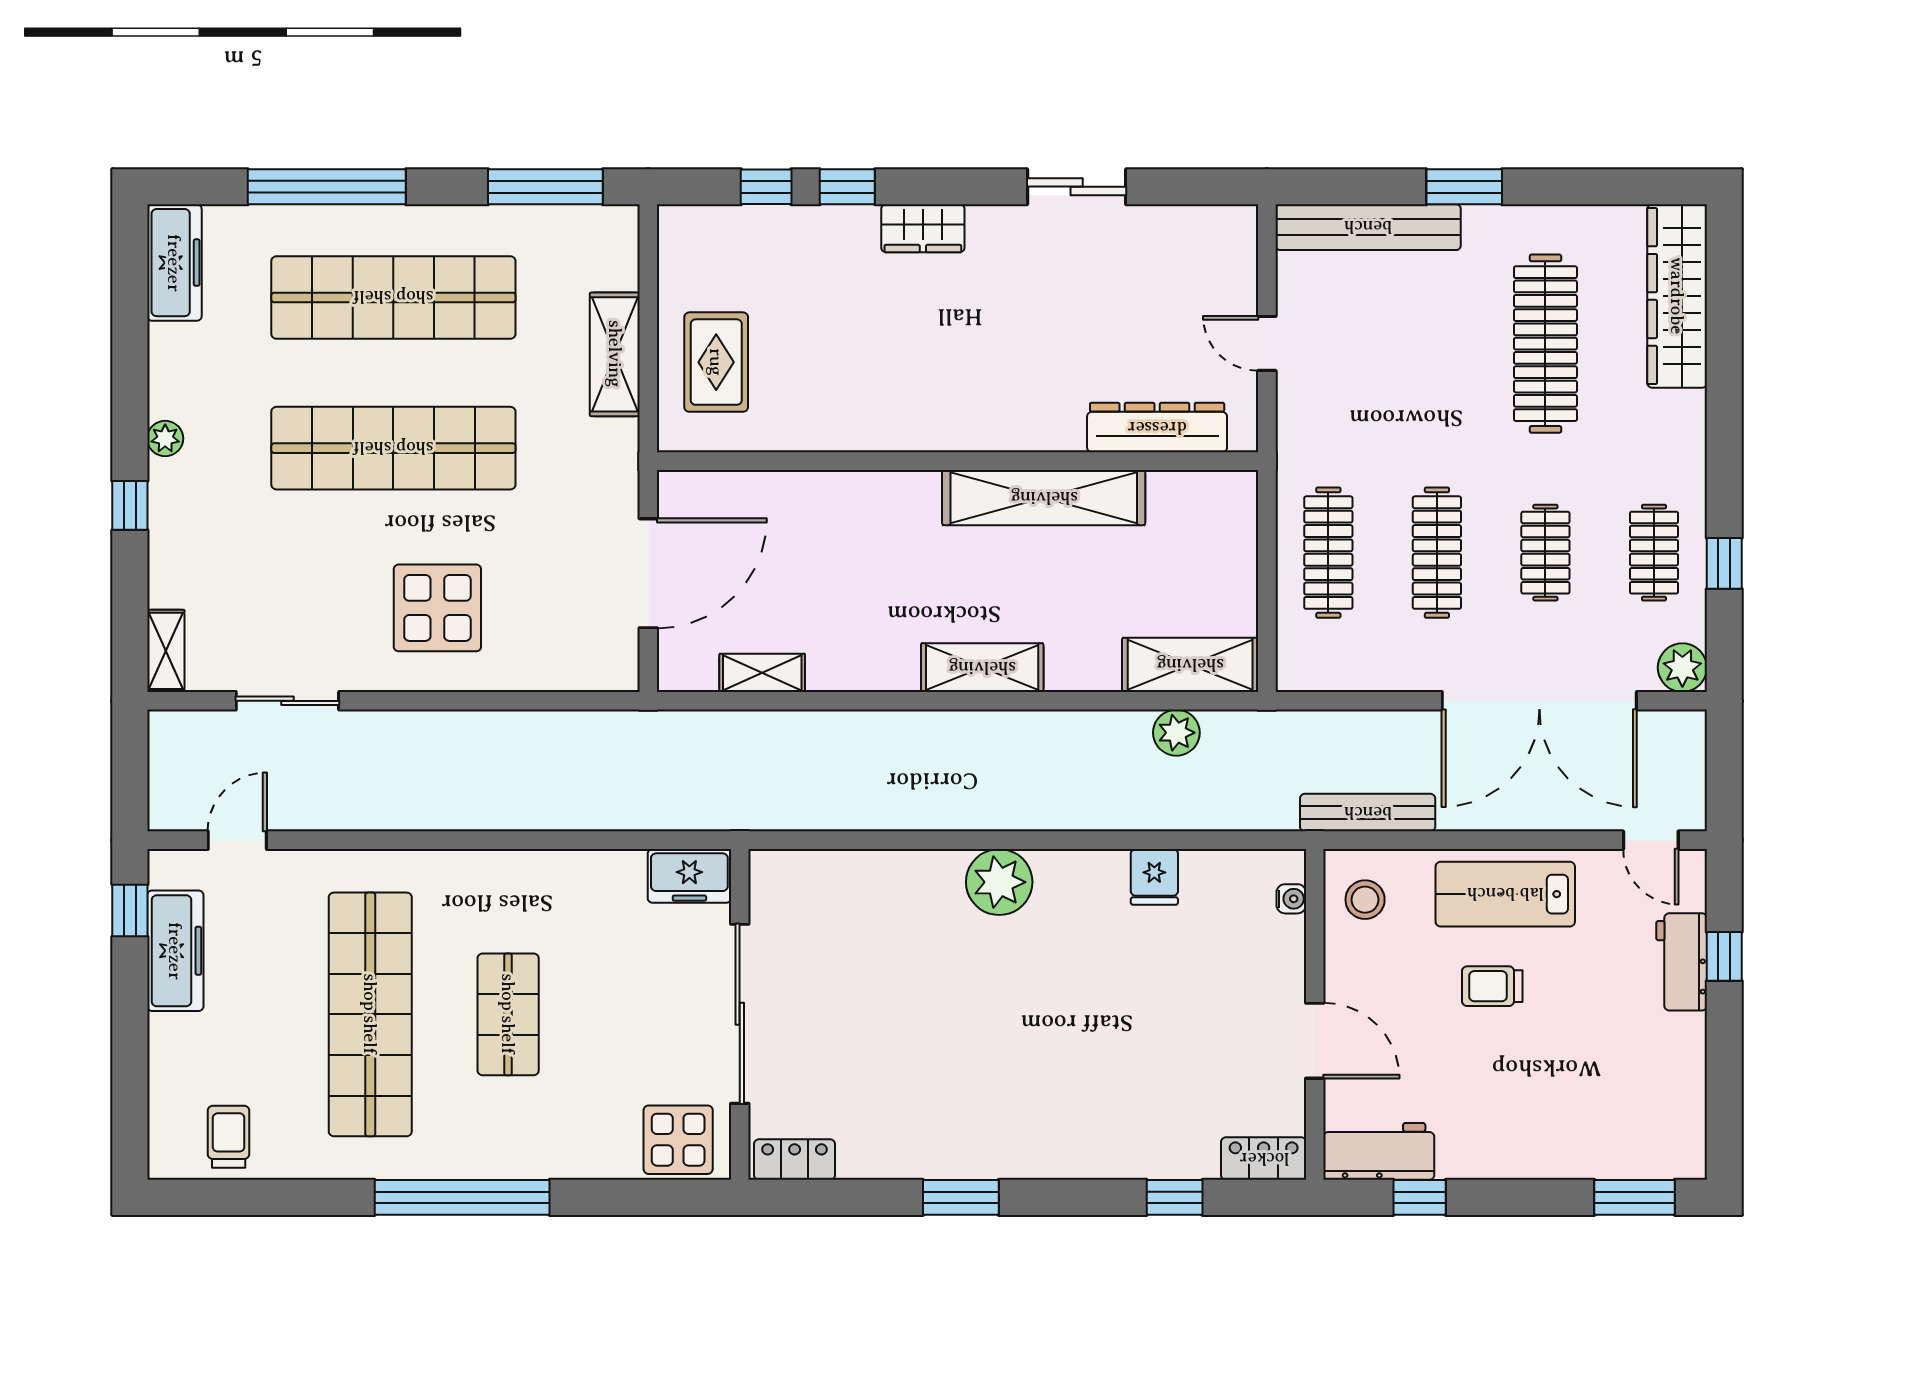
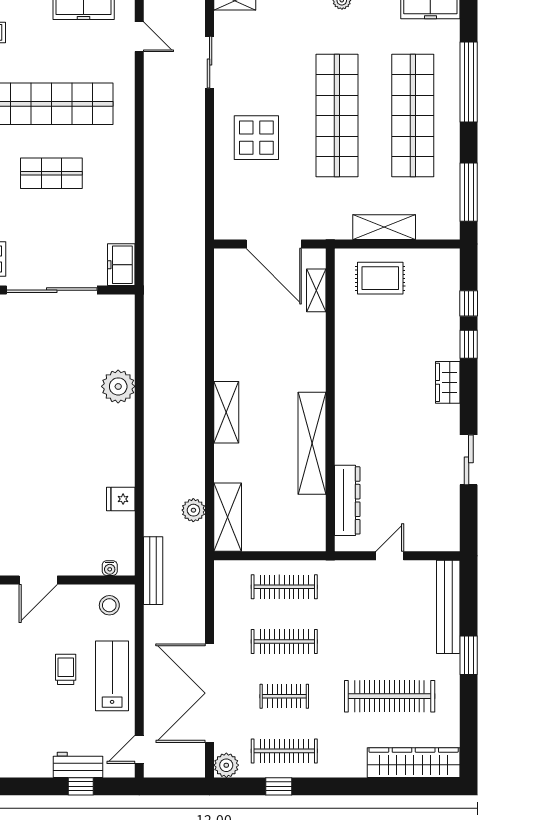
clothes rail: (1654, 553) -> (284, 751), width x1.36
shelving: (762, 673) -> (316, 290), moved
bench: (1368, 813) -> (153, 571), moved
plant: (999, 882) -> (118, 386), moved

